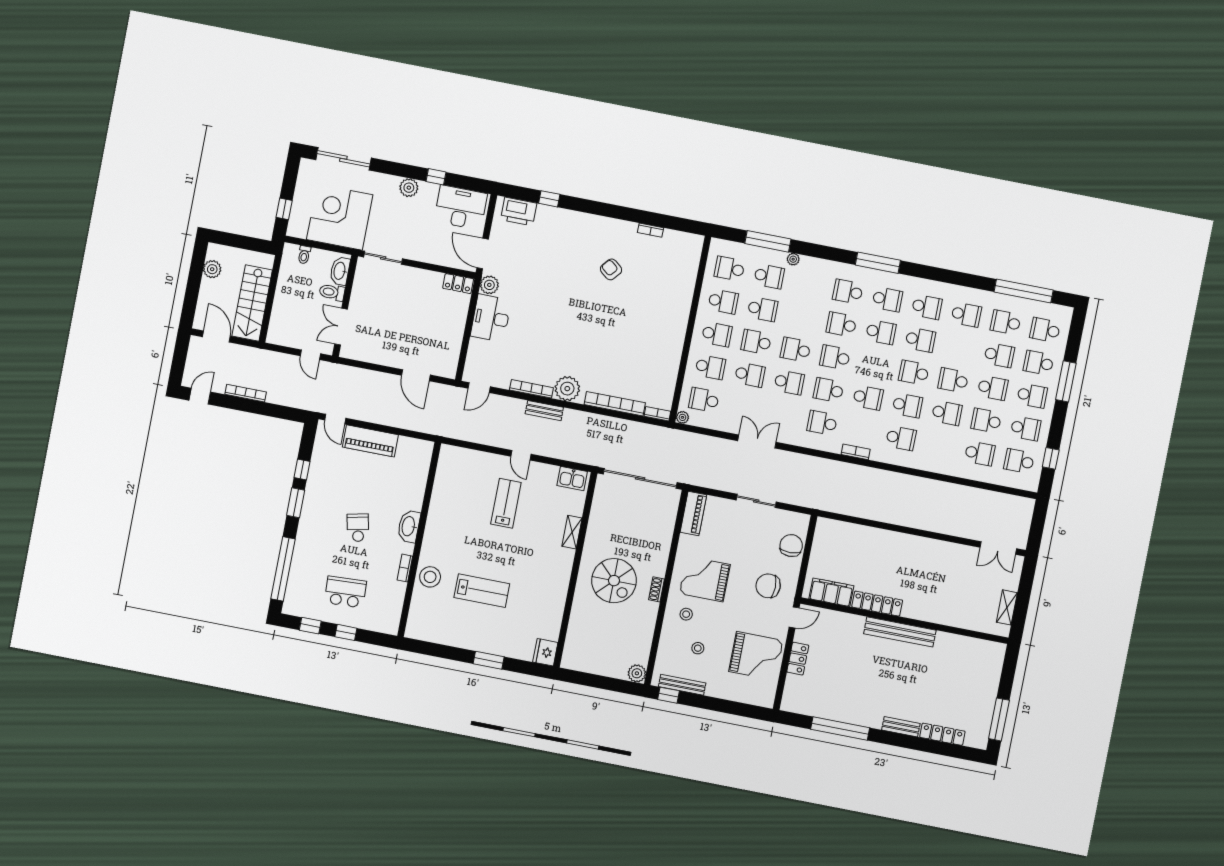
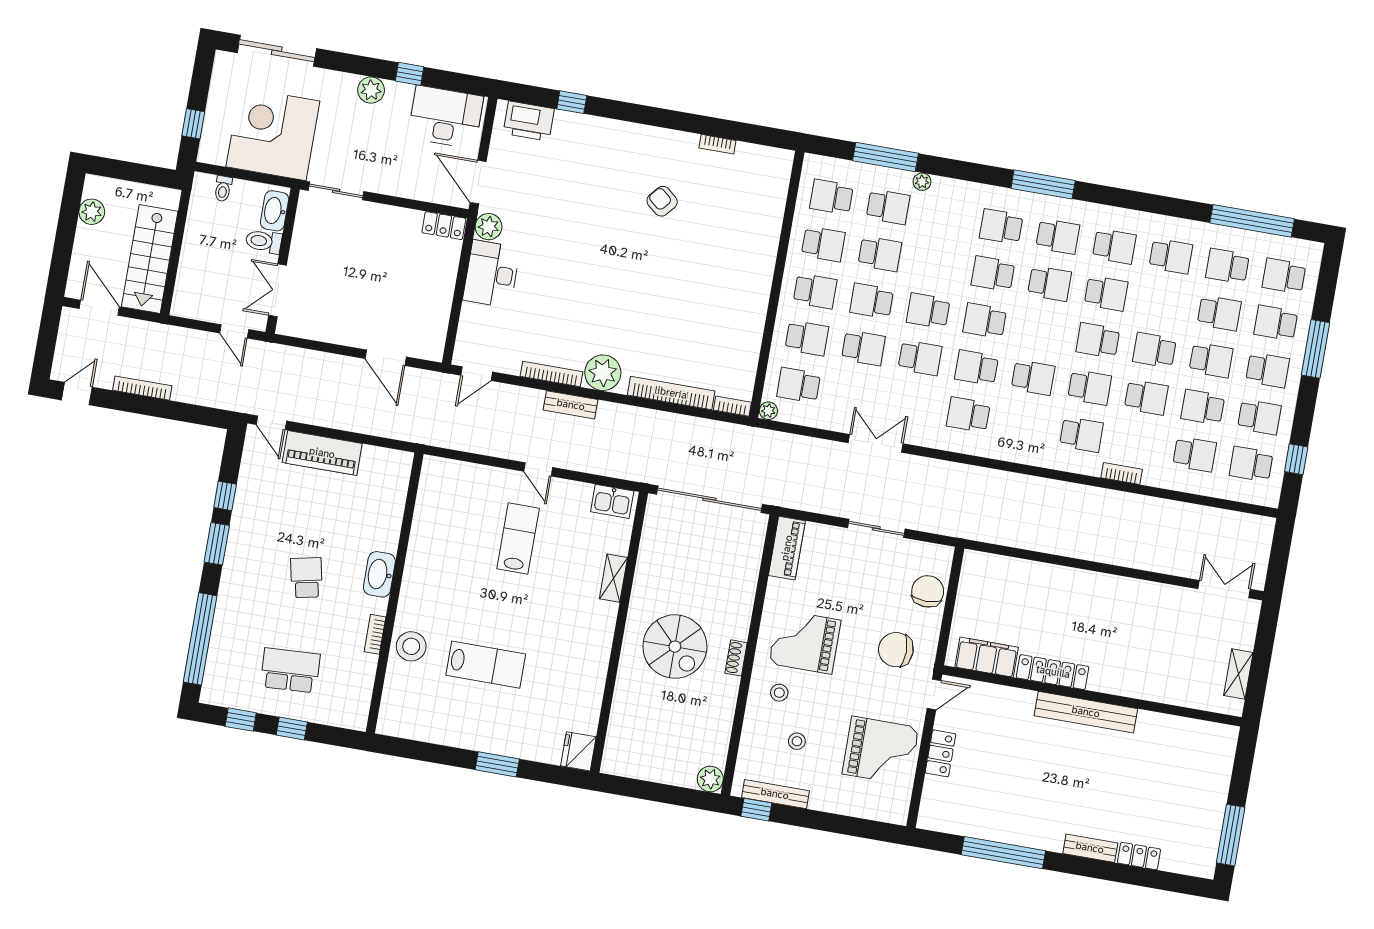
bookcase: (856, 452) -> (1122, 473), moved
double door: (998, 548) -> (1224, 589), swing flipped
locker: (942, 734) -> (1139, 856), width x0.66

